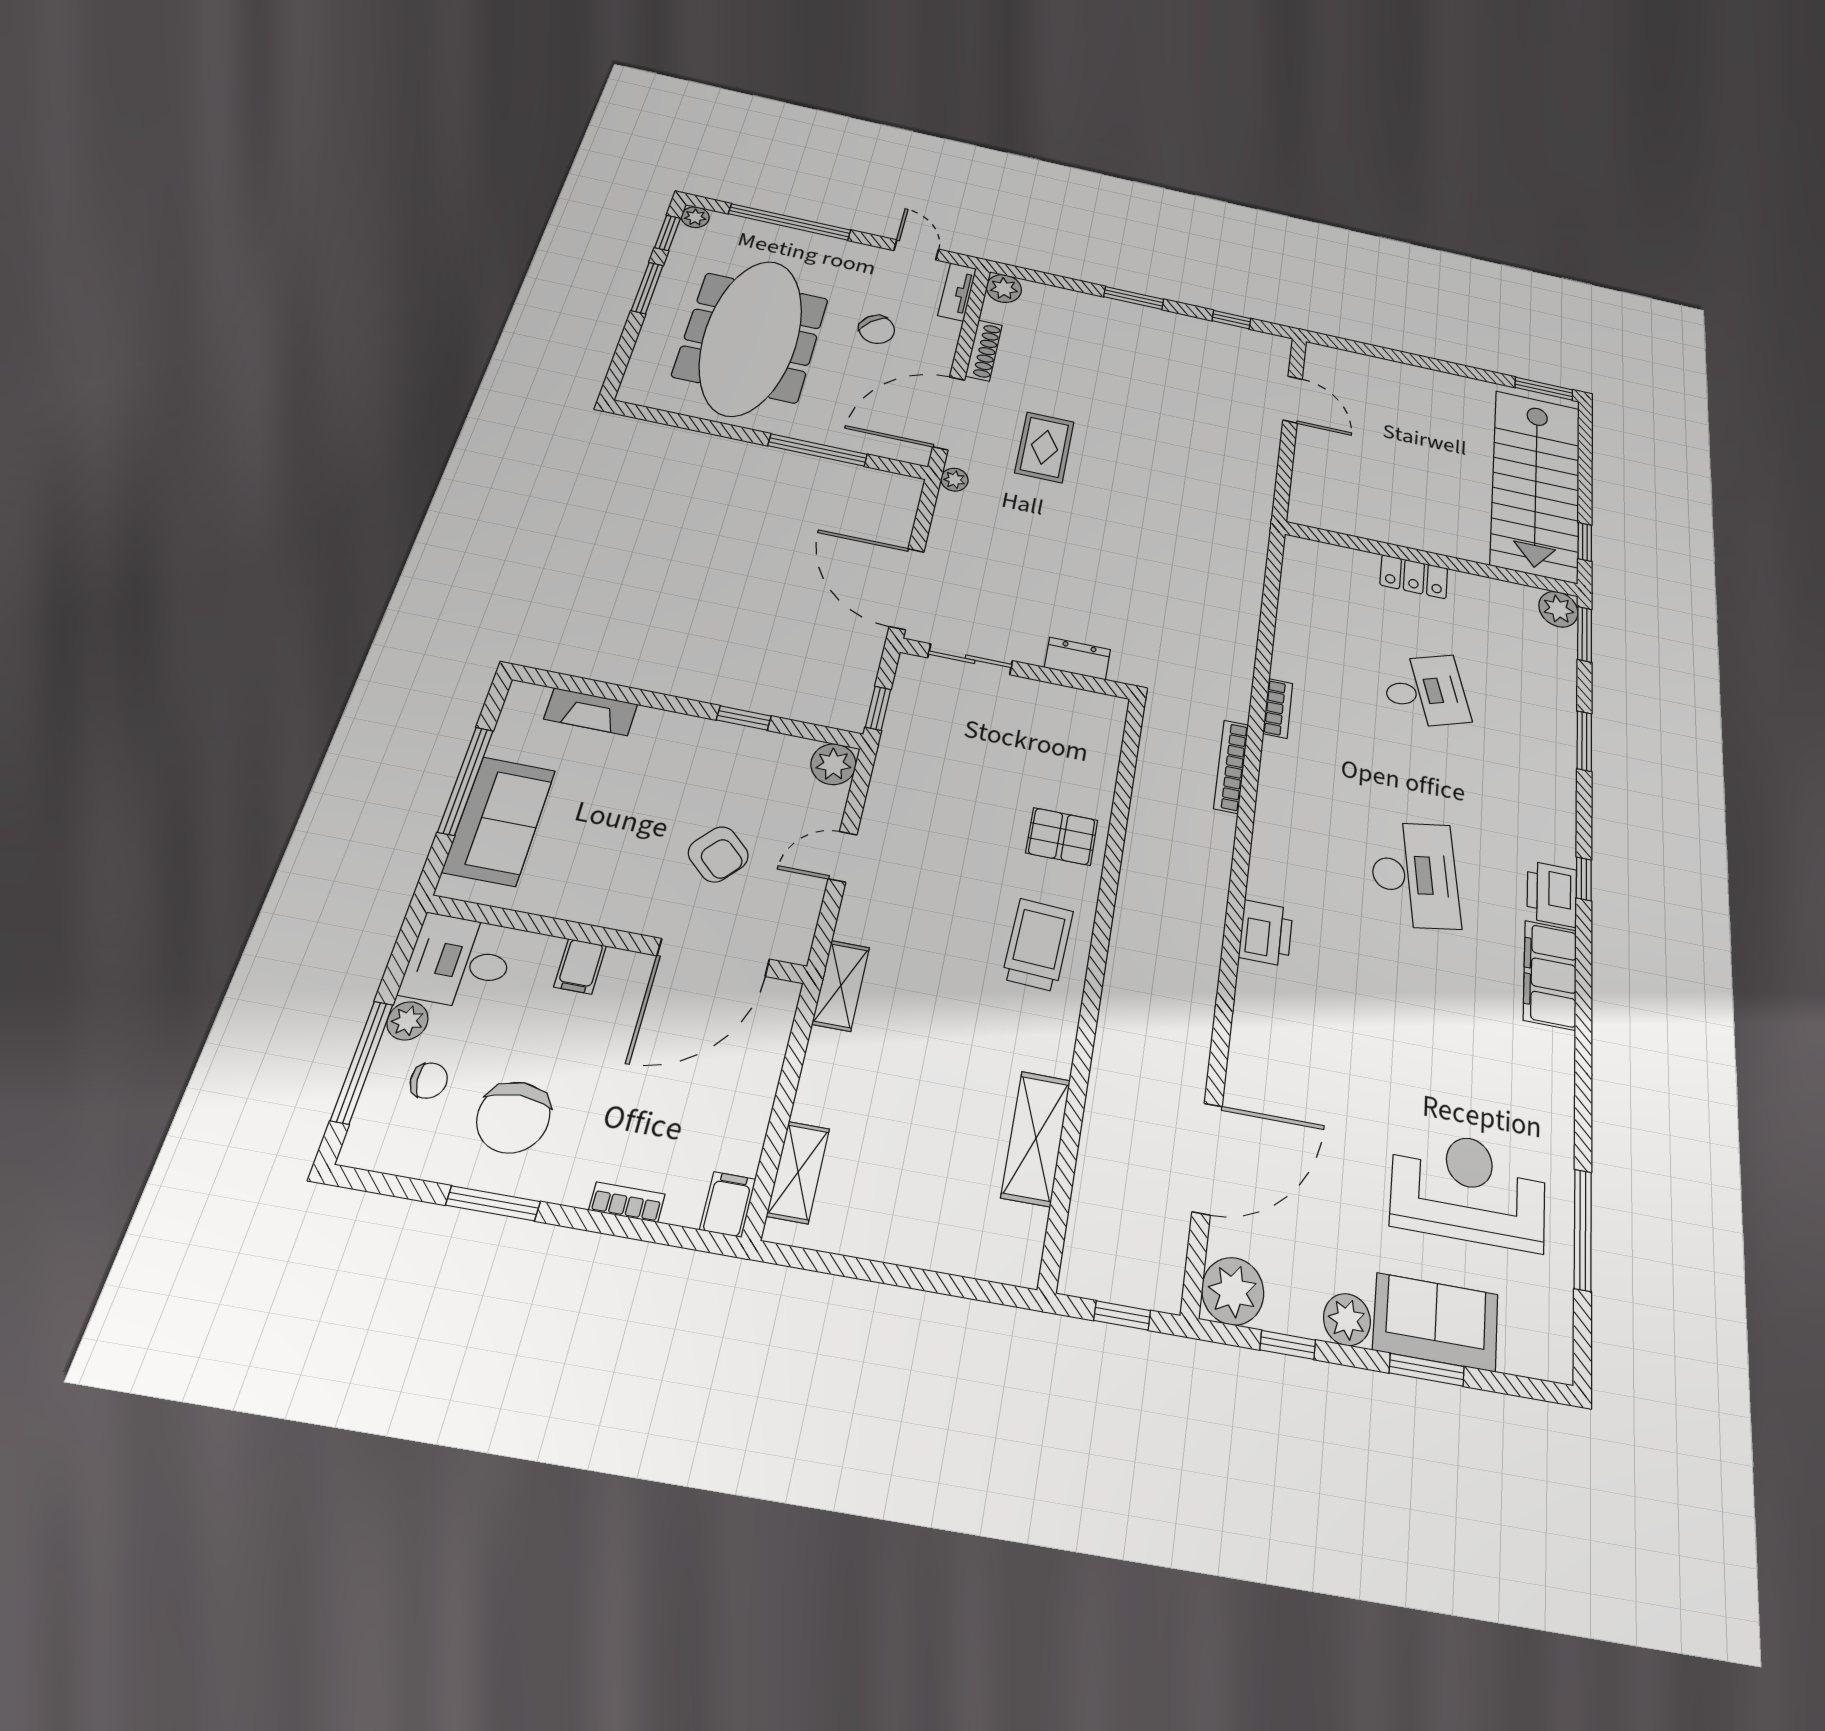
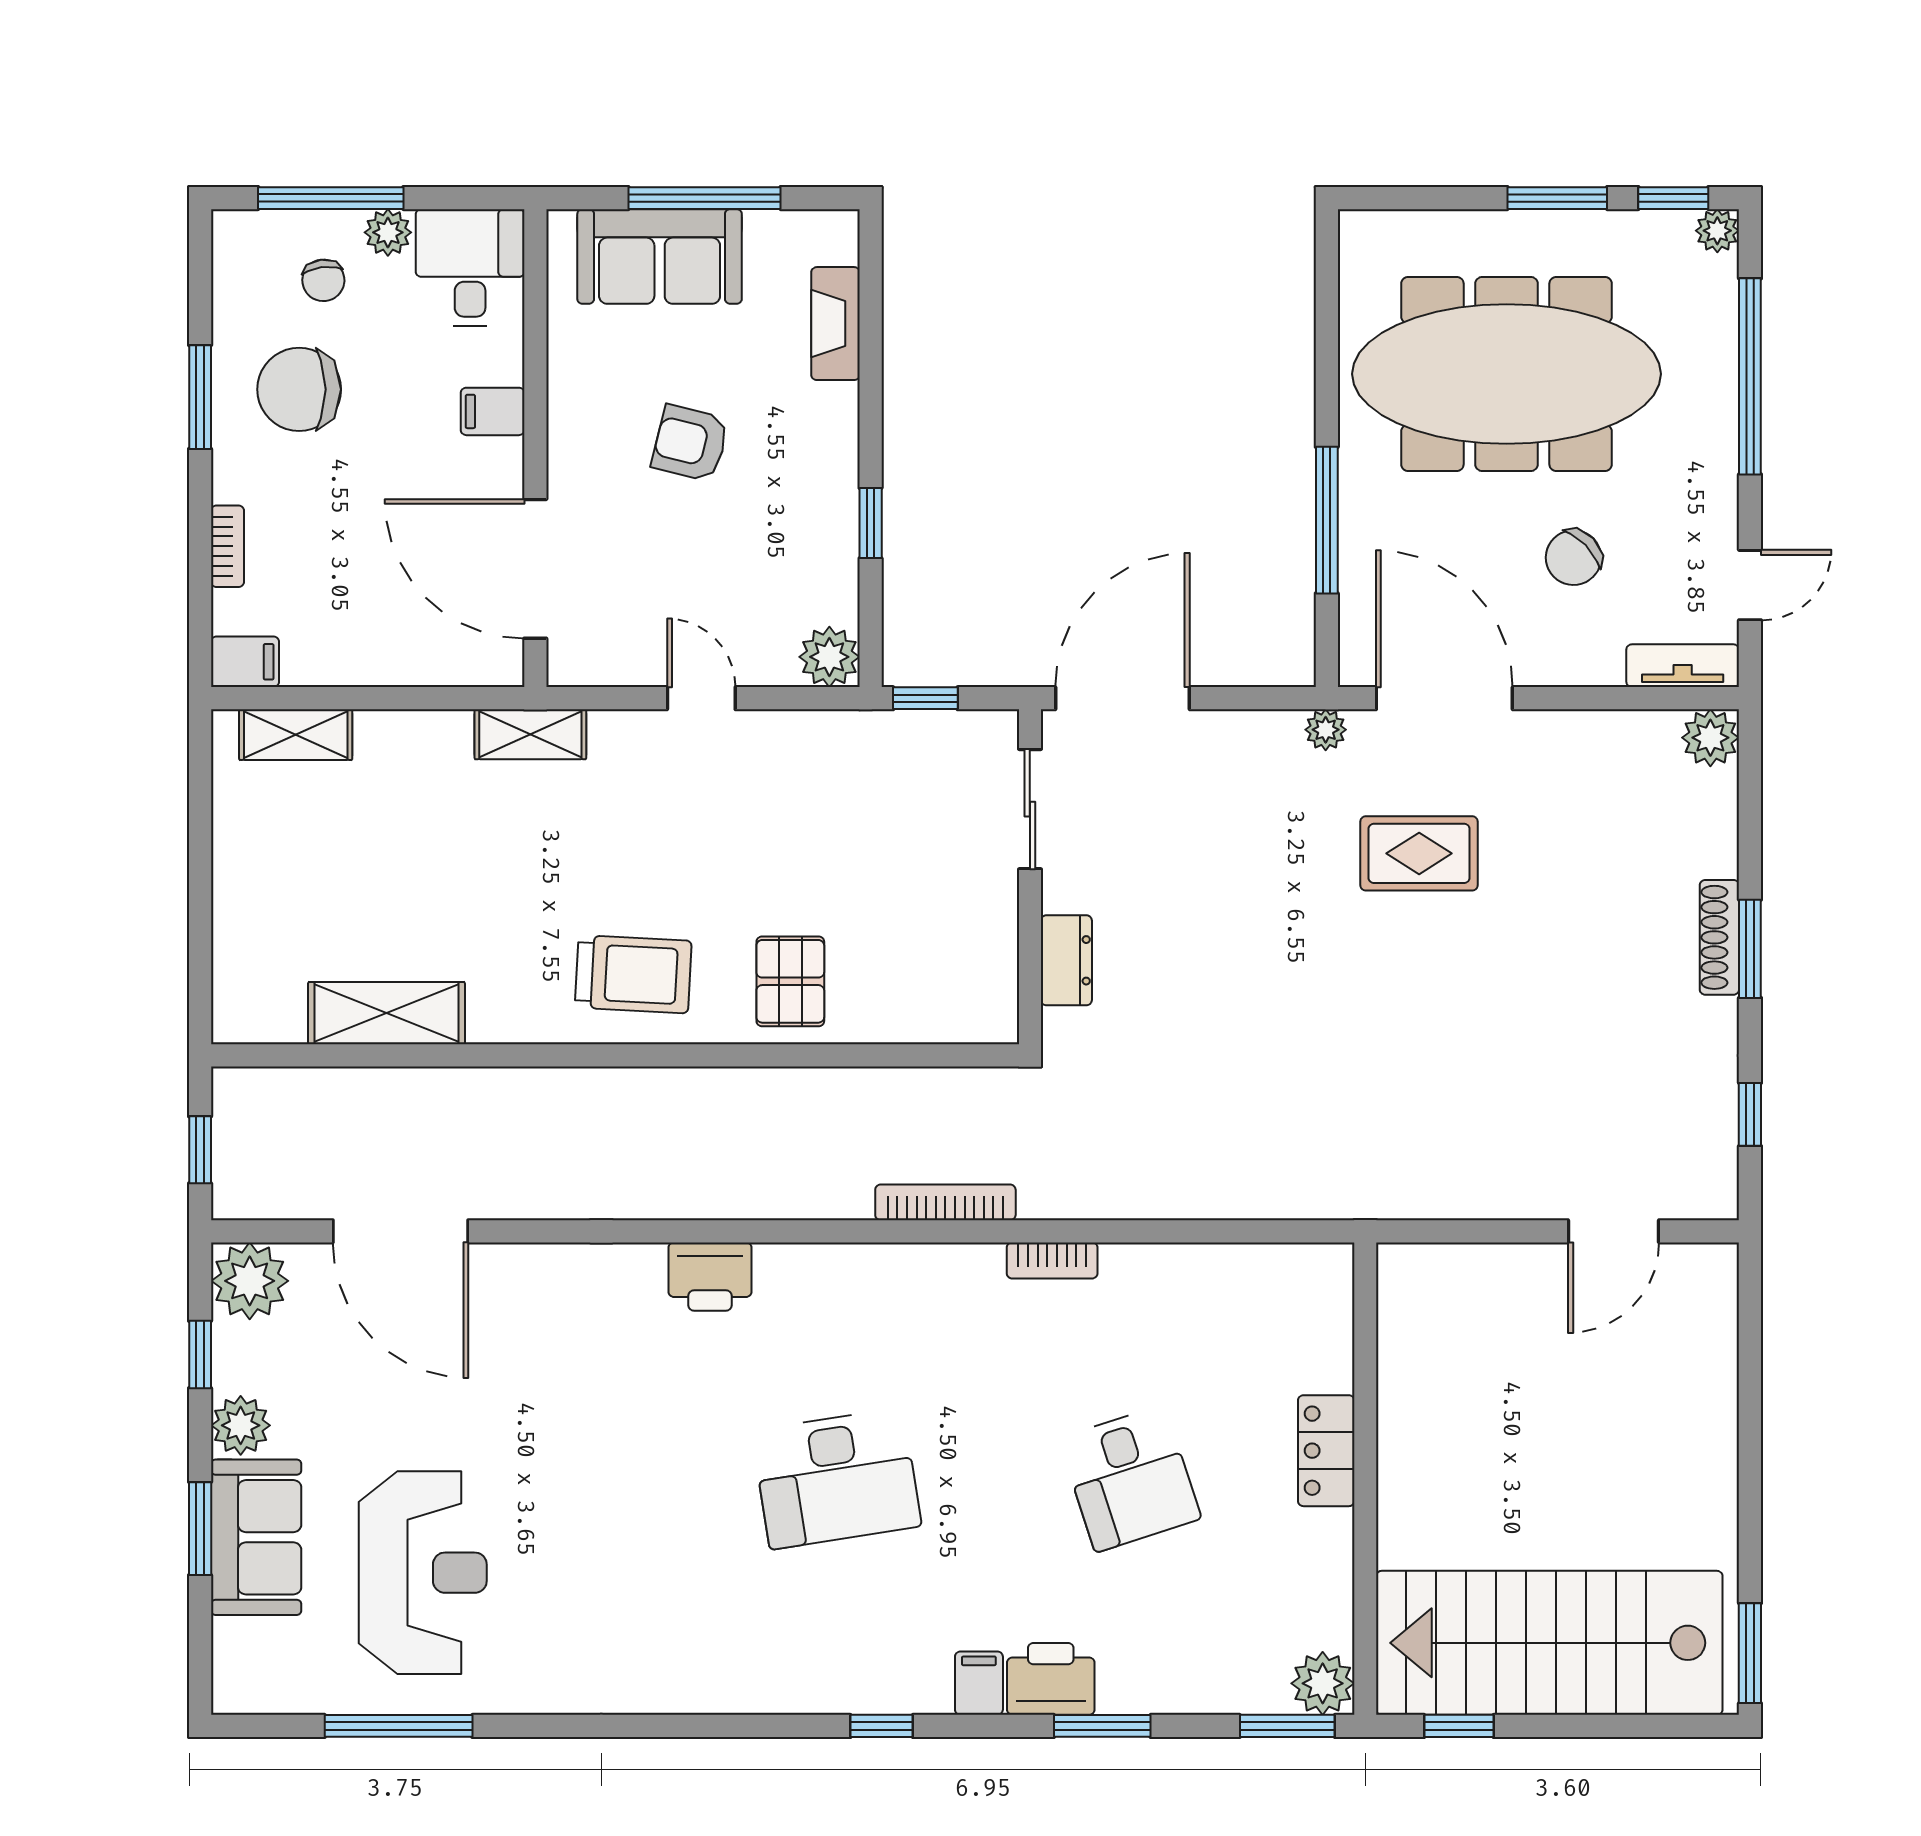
shoe rack: (984, 350) -> (1719, 937), moved, turned 90
armchair: (718, 854) -> (690, 443), moved, turned 62
printer: (1552, 894) -> (1051, 1679), moved
filing cabinet: (1550, 975) -> (979, 1683), moved, width x0.33, depth x0.86

